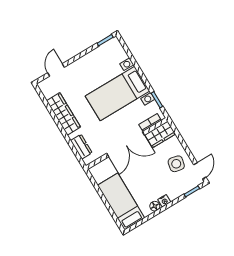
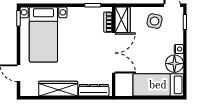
bed with nightstands: (117, 94) -> (43, 34), moved
dresser: (81, 147) -> (94, 90), width x1.44
floor lamp: (155, 206) -> (174, 64), width x1.89, depth x1.89

